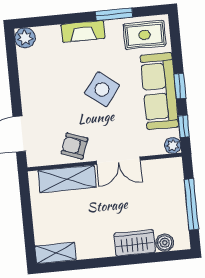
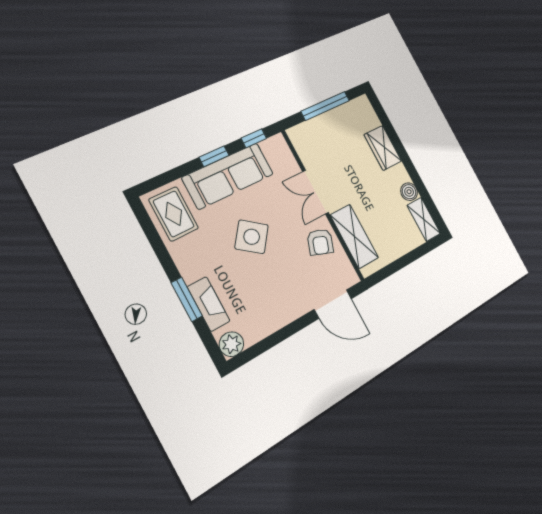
window: (114, 14) -> (187, 299), moved
fireplace: (83, 31) -> (209, 304), moved
plant: (173, 145) -> (278, 143), removed
double door: (118, 161) -> (315, 192), swing flipped
boiler: (165, 243) -> (409, 192), moved

